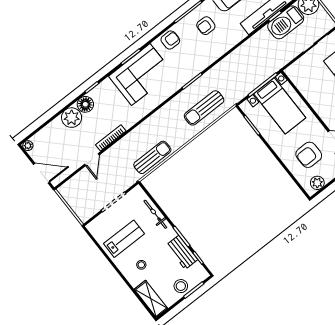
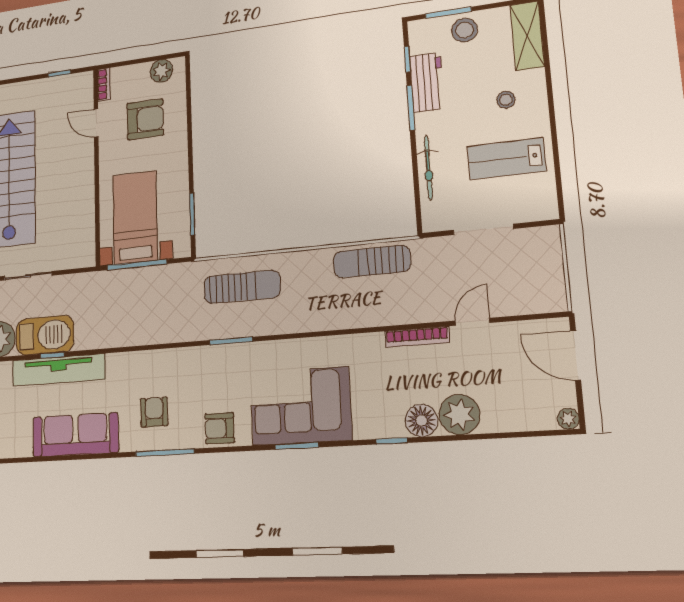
armchair: (206, 26) -> (154, 412), turned -90

